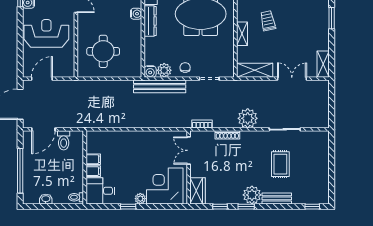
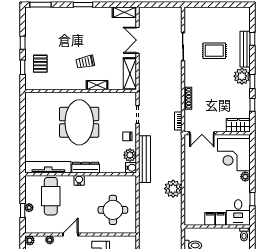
plant: (248, 118) -> (173, 189), moved
bench: (277, 198) -> (245, 49), width x1.36
window: (128, 207) -> (252, 199), moved
window: (312, 207) -> (252, 39), moved

